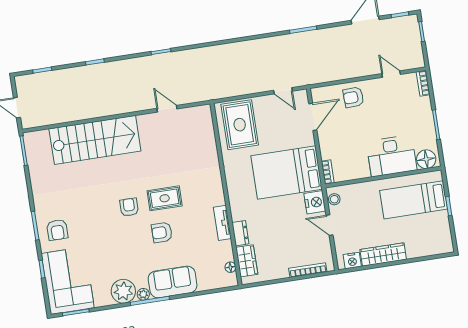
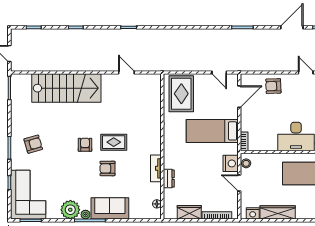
bed: (287, 172) -> (212, 131), width x0.67
armchair: (57, 230) -> (33, 144), moved, turned -106
wardrobe: (247, 261) -> (189, 212), moved, turned -90

